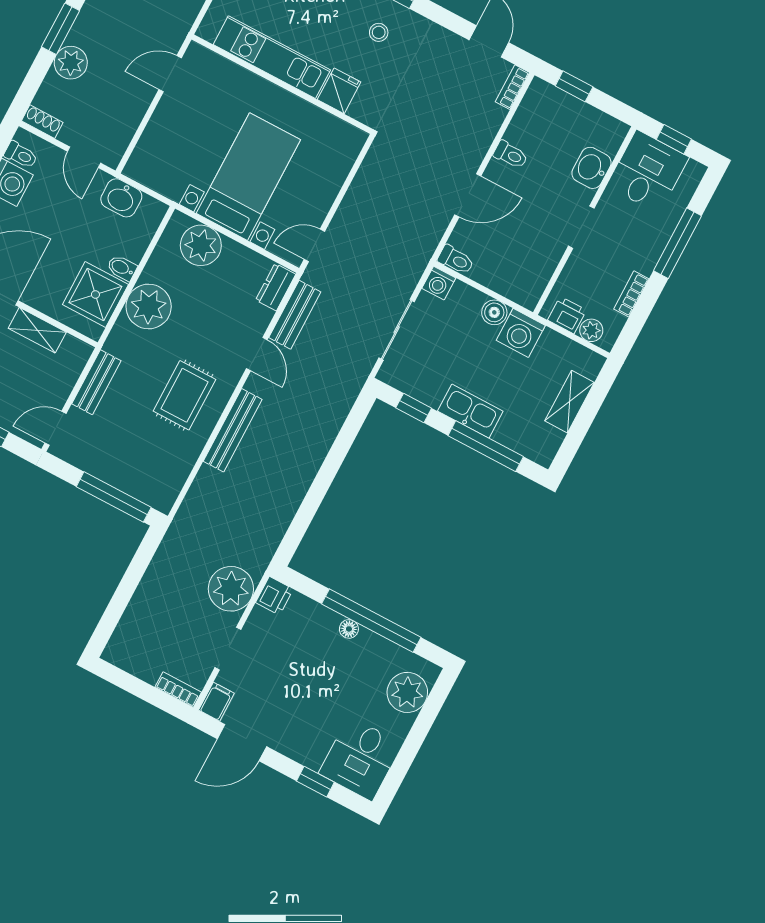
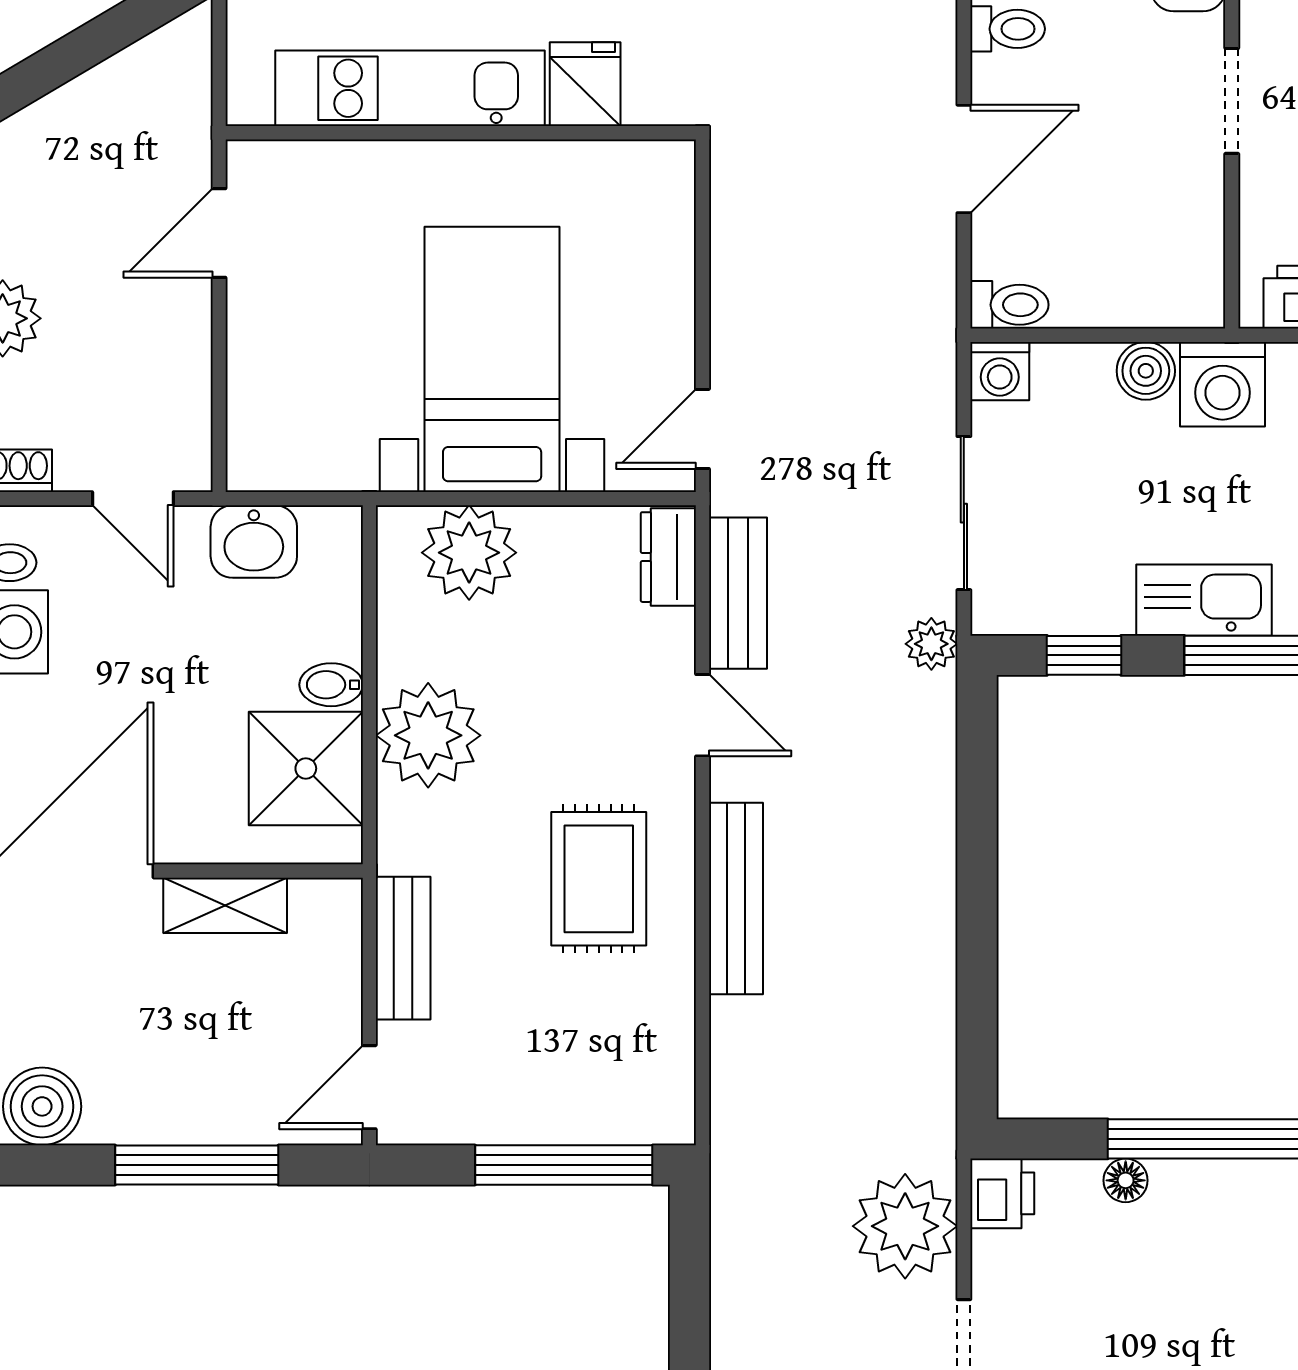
plant: (358, 373) -> (931, 644), added
floor lamp: (349, 629) -> (1126, 1180), moved

